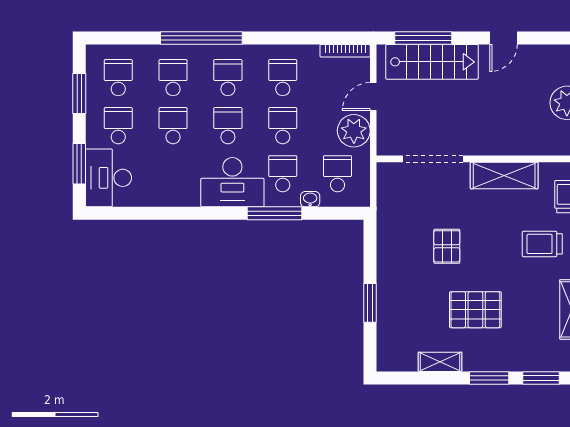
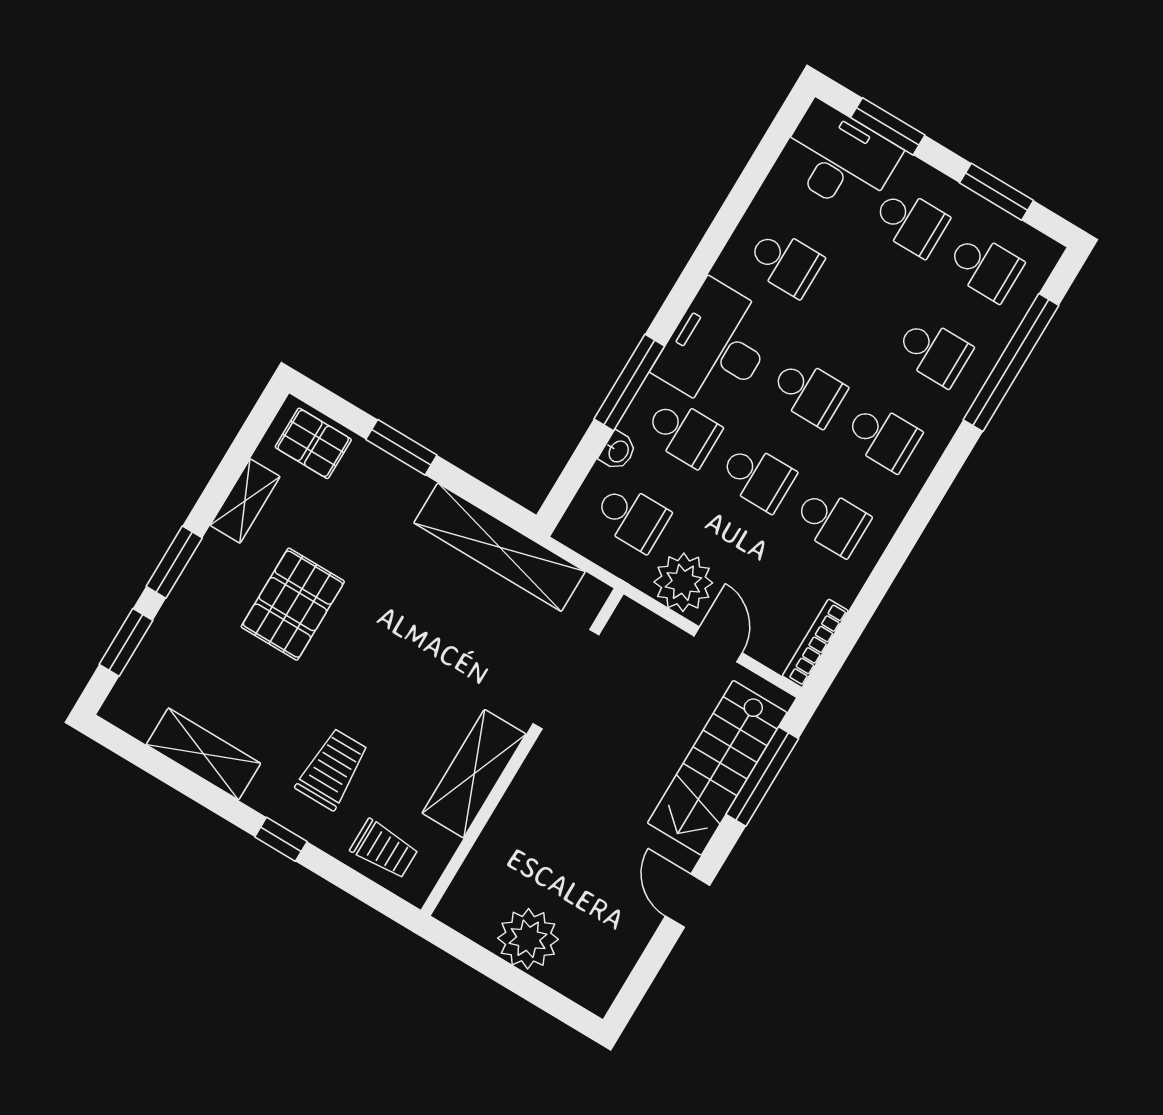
window: (201, 38) -> (1011, 363), moved
school desk: (173, 126) -> (785, 262), moved
shelving: (389, 228) -> (500, 547), added
pallet: (447, 246) -> (313, 443), moved

